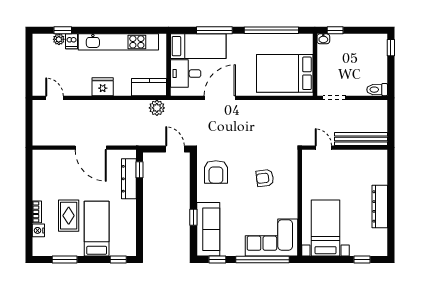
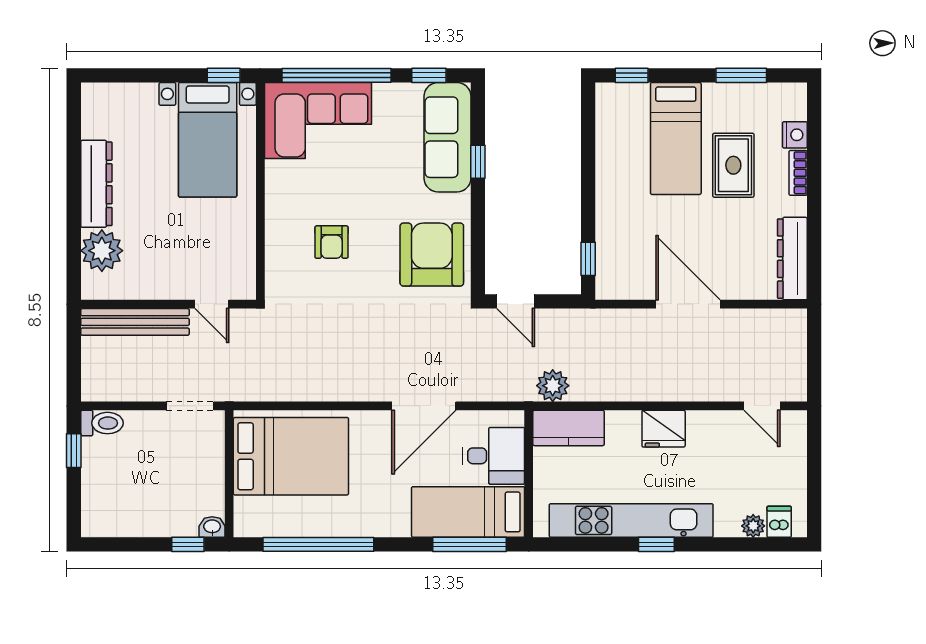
window: (63, 30) -> (656, 544), moved
window: (214, 30) -> (470, 544), moved
dishwasher: (71, 41) -> (779, 522), moved
window: (391, 48) -> (74, 451), moved
armchair: (216, 172) -> (432, 255), width x1.36, depth x1.36
plant: (377, 174) -> (102, 251), added
armchair: (265, 178) -> (332, 242), turned 97
dresser: (129, 179) -> (792, 259), moved, turned 180
window: (362, 260) -> (224, 75), moved

